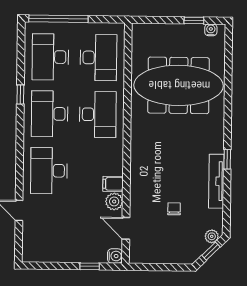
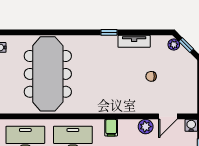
tv unit: (216, 181) -> (134, 41), width x0.71
filing cabinet: (113, 184) -> (111, 128), moved

